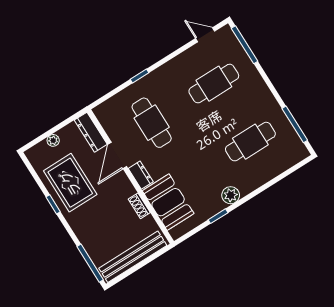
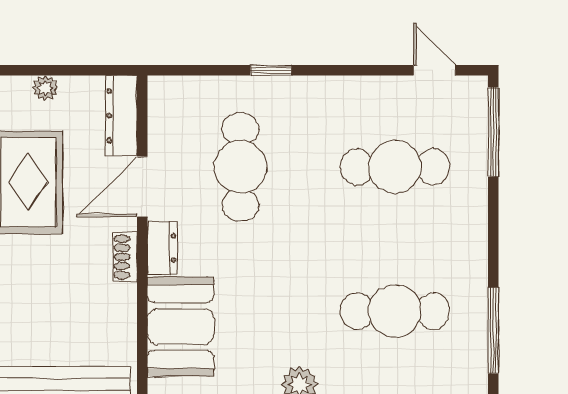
shoe rack: (139, 206) -> (125, 257), moved

